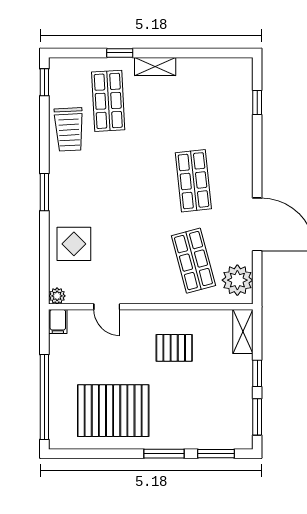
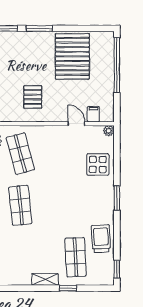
filing cabinet: (58, 321) -> (93, 114), moved
pallet: (174, 348) -> (33, 97), turned 90
pallet: (113, 411) -> (72, 56), turned 90

